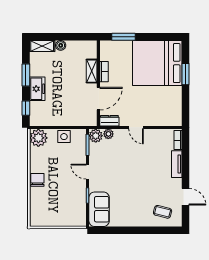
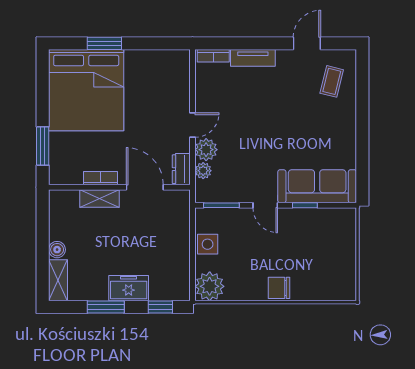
plant: (96, 136) -> (206, 150), moved
door: (88, 172) -> (265, 205), hinge flipped
sofa: (99, 209) -> (317, 186), width x1.36

